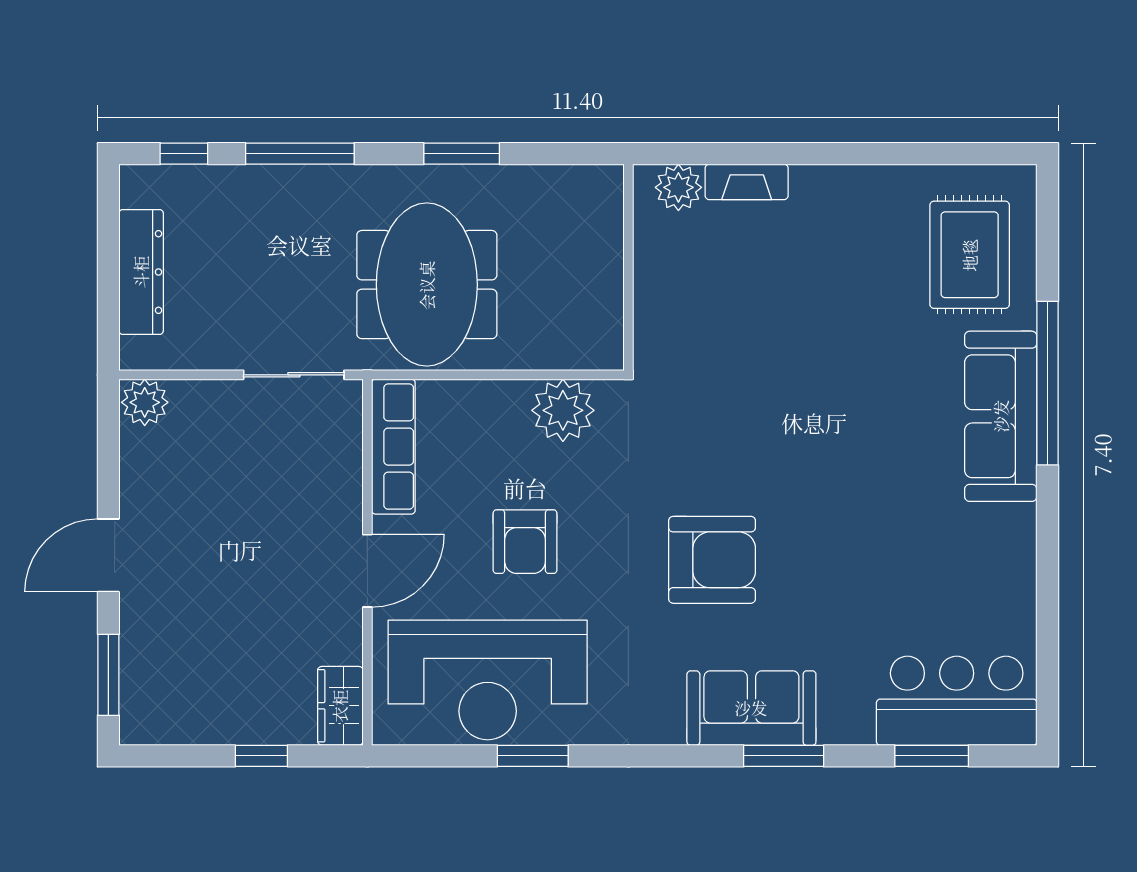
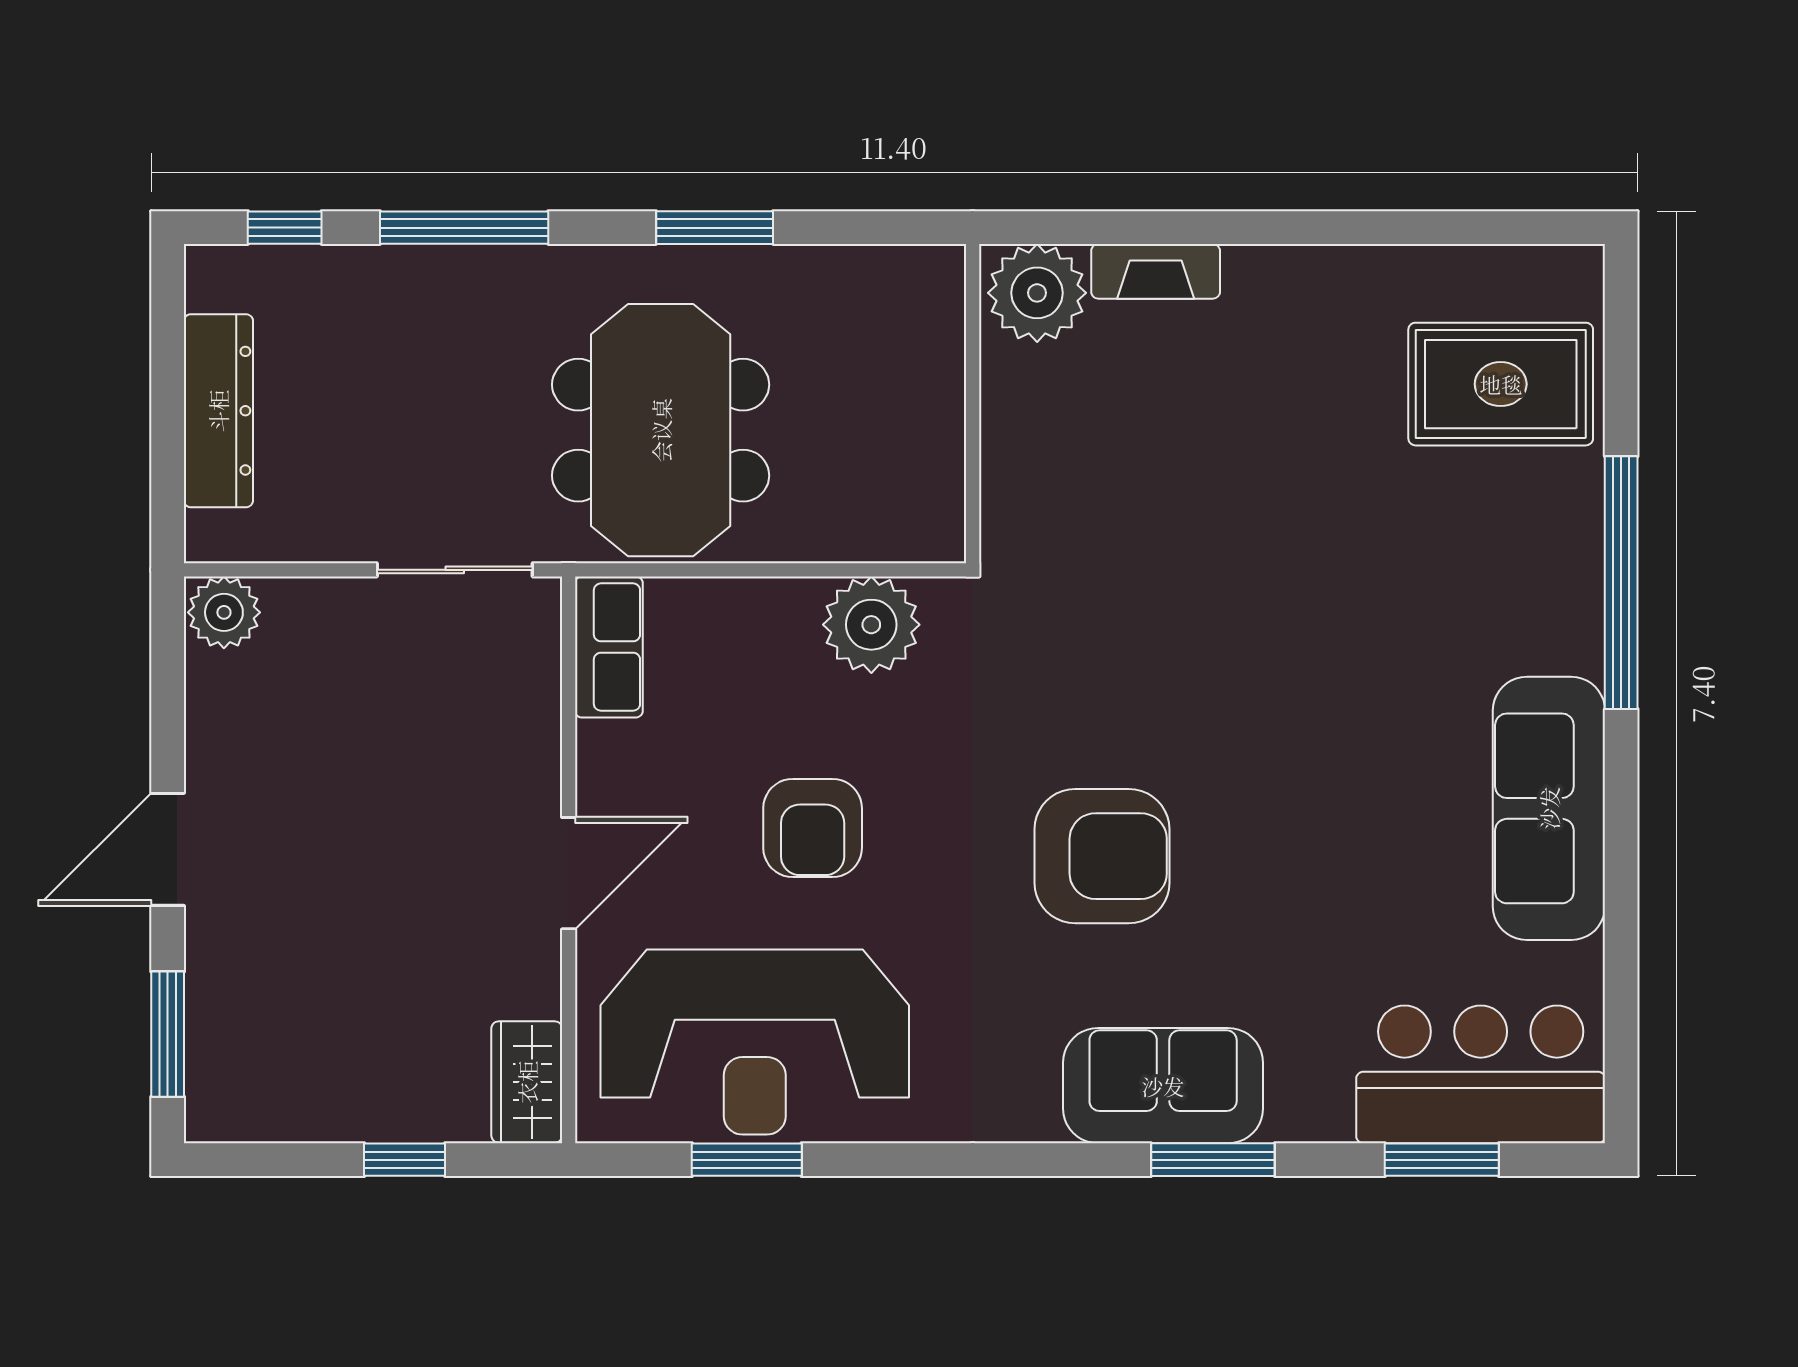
plant: (678, 187) -> (1037, 293), width x1.36, depth x1.36
rug: (970, 255) -> (1501, 384), turned 90
sofa: (1001, 416) -> (1549, 808), moved
row of seats: (393, 447) -> (609, 647), width x0.68
window: (533, 756) -> (747, 1160), moved

